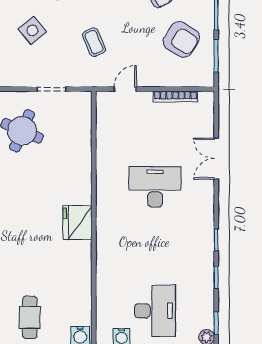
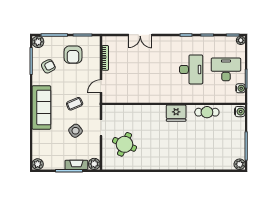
side table: (32, 30) -> (76, 131), moved
armchair: (181, 39) -> (73, 55), turned 148
door: (125, 89) -> (101, 86), hinge flipped
desk: (155, 187) -> (191, 69), moved, turned 180
cafe table: (30, 317) -> (207, 112), moved

